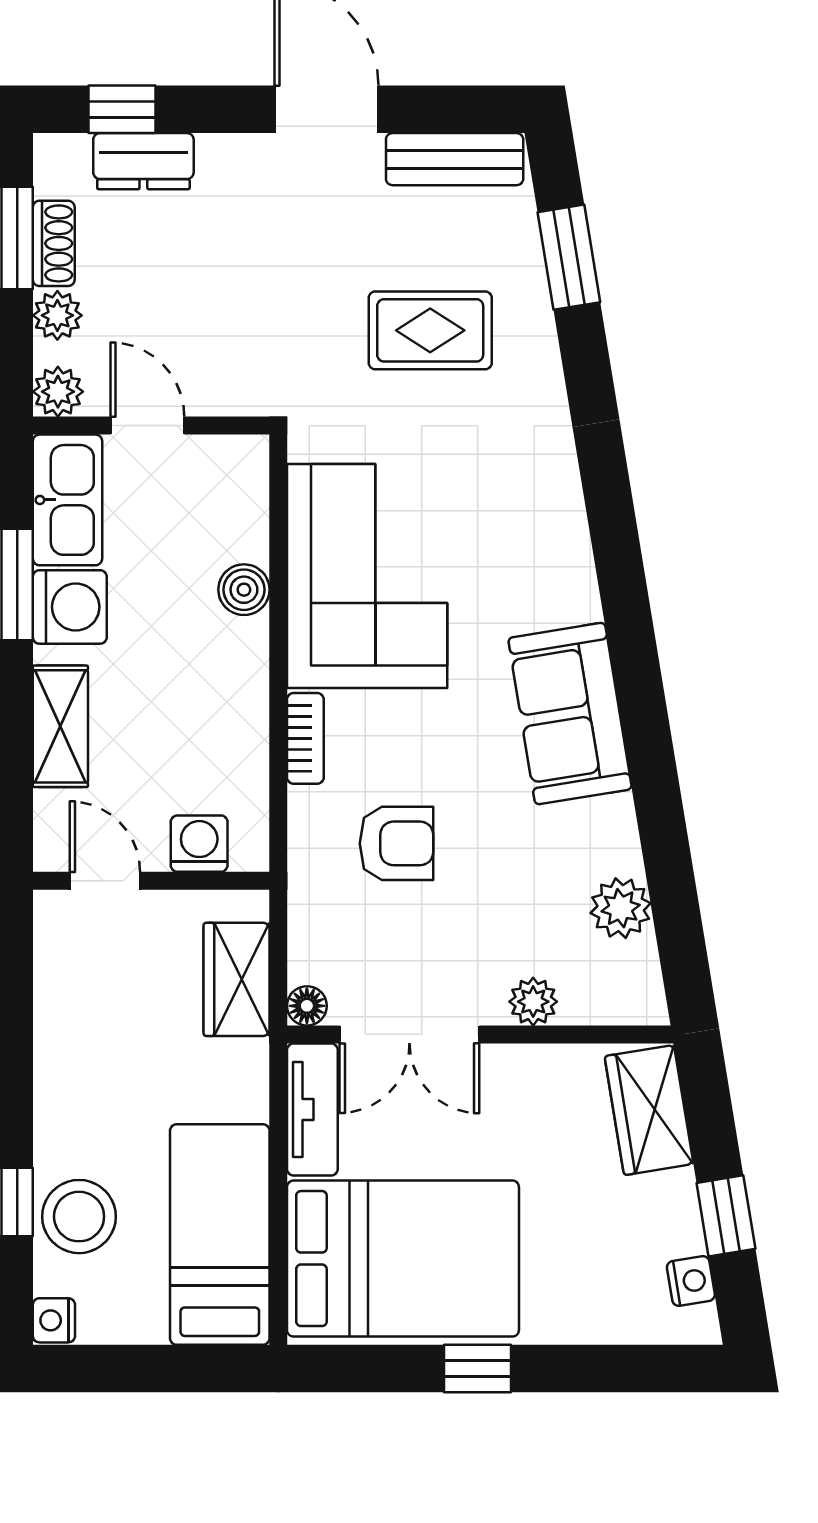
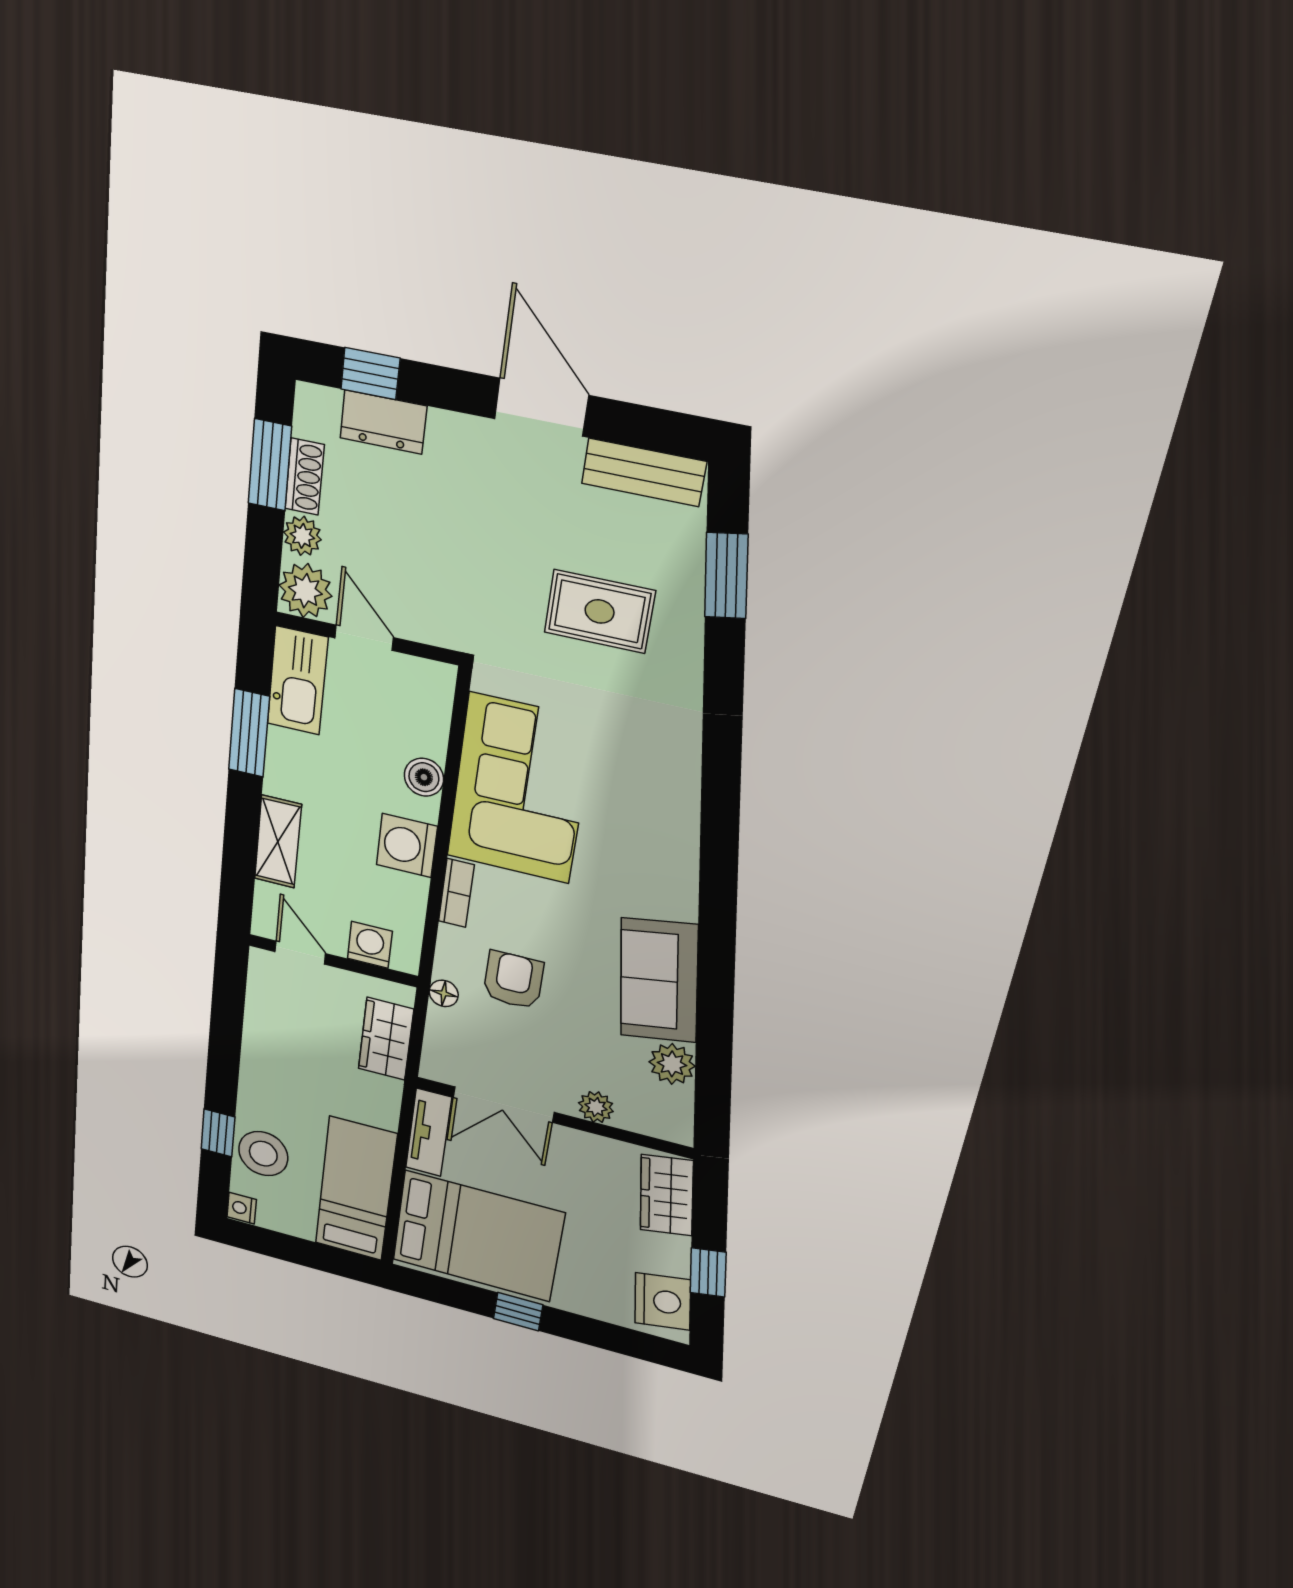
plant: (58, 392) -> (305, 591), width x1.38, depth x1.38
washing machine: (70, 607) -> (407, 846), moved, turned 180
sofa: (570, 714) -> (659, 981), moved
armchair: (396, 843) -> (513, 980), turned -90
floor lamp: (307, 1006) -> (444, 993), moved
nightstand: (691, 1281) -> (663, 1302), width x1.89, depth x1.79

